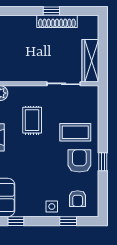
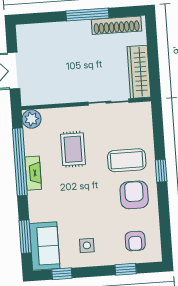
window: (51, 11) -> (87, 14), width x2.17
shoe rack: (57, 21) -> (116, 25), moved
window: (103, 162) -> (161, 171), moved
side table: (52, 206) -> (87, 245), moved

